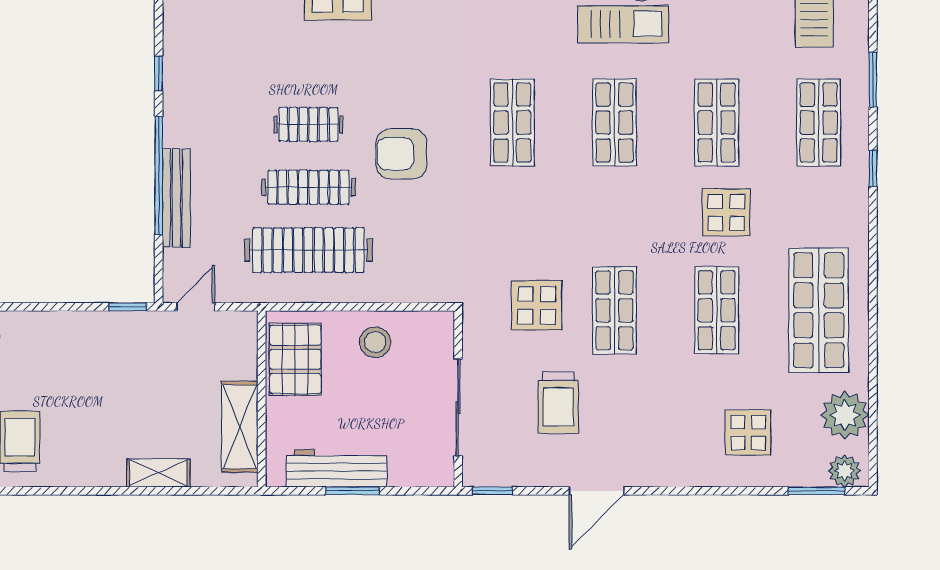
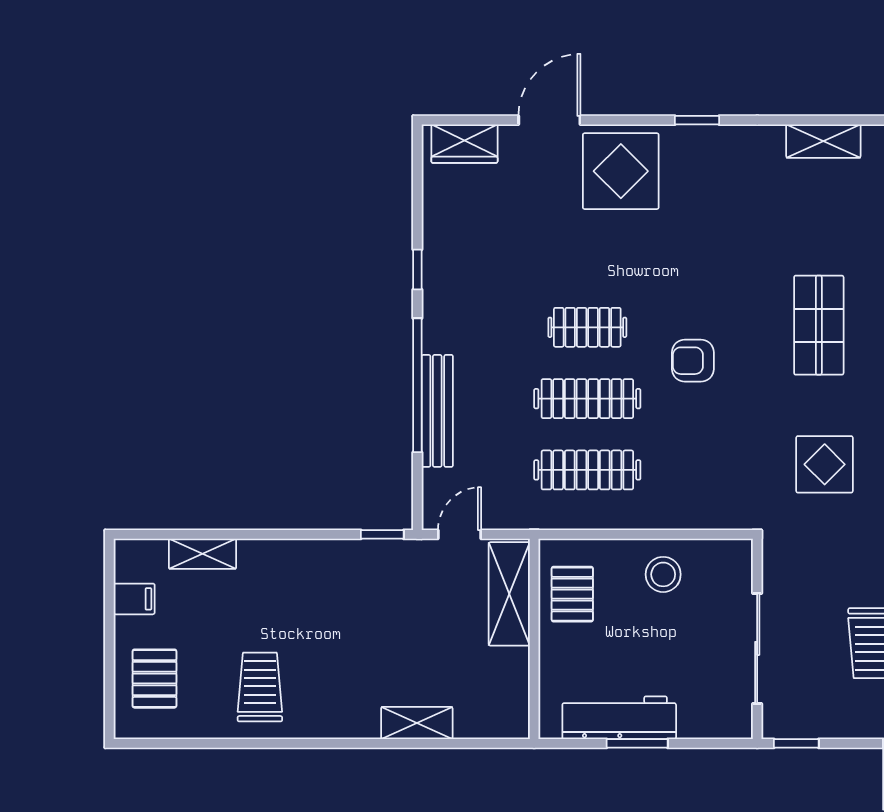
armchair: (401, 154) -> (693, 361), width x0.72, depth x0.72
clothes rail: (308, 250) -> (587, 470), width x0.73, depth x0.76
display table: (537, 305) -> (825, 464), moved
pallet: (295, 359) -> (572, 594), width x0.67, depth x0.71
shelving: (240, 427) -> (509, 594), moved

